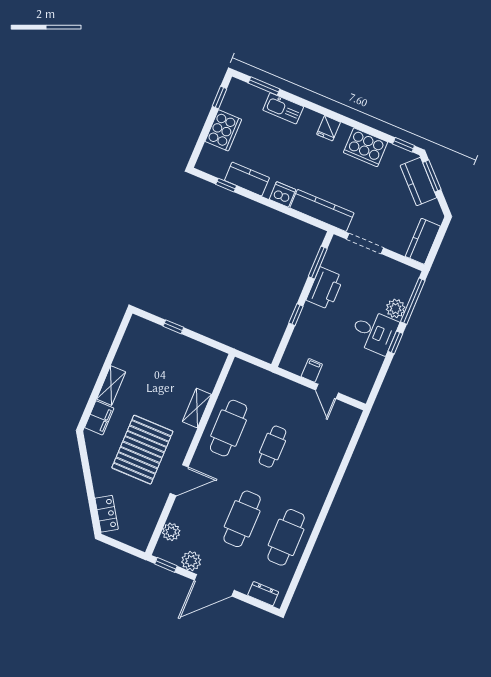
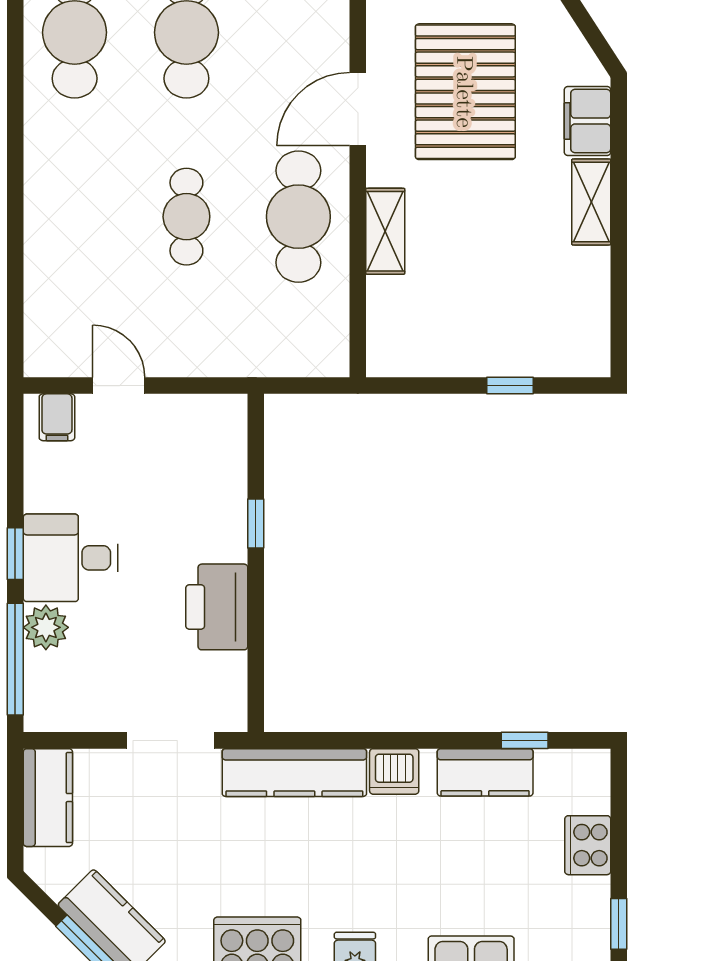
cooker: (223, 130) -> (588, 845), width x0.73, depth x0.76
window: (318, 263) -> (256, 656), removed
filing cabinet: (312, 370) -> (57, 417), moved
door: (179, 480) -> (358, 109), moved

